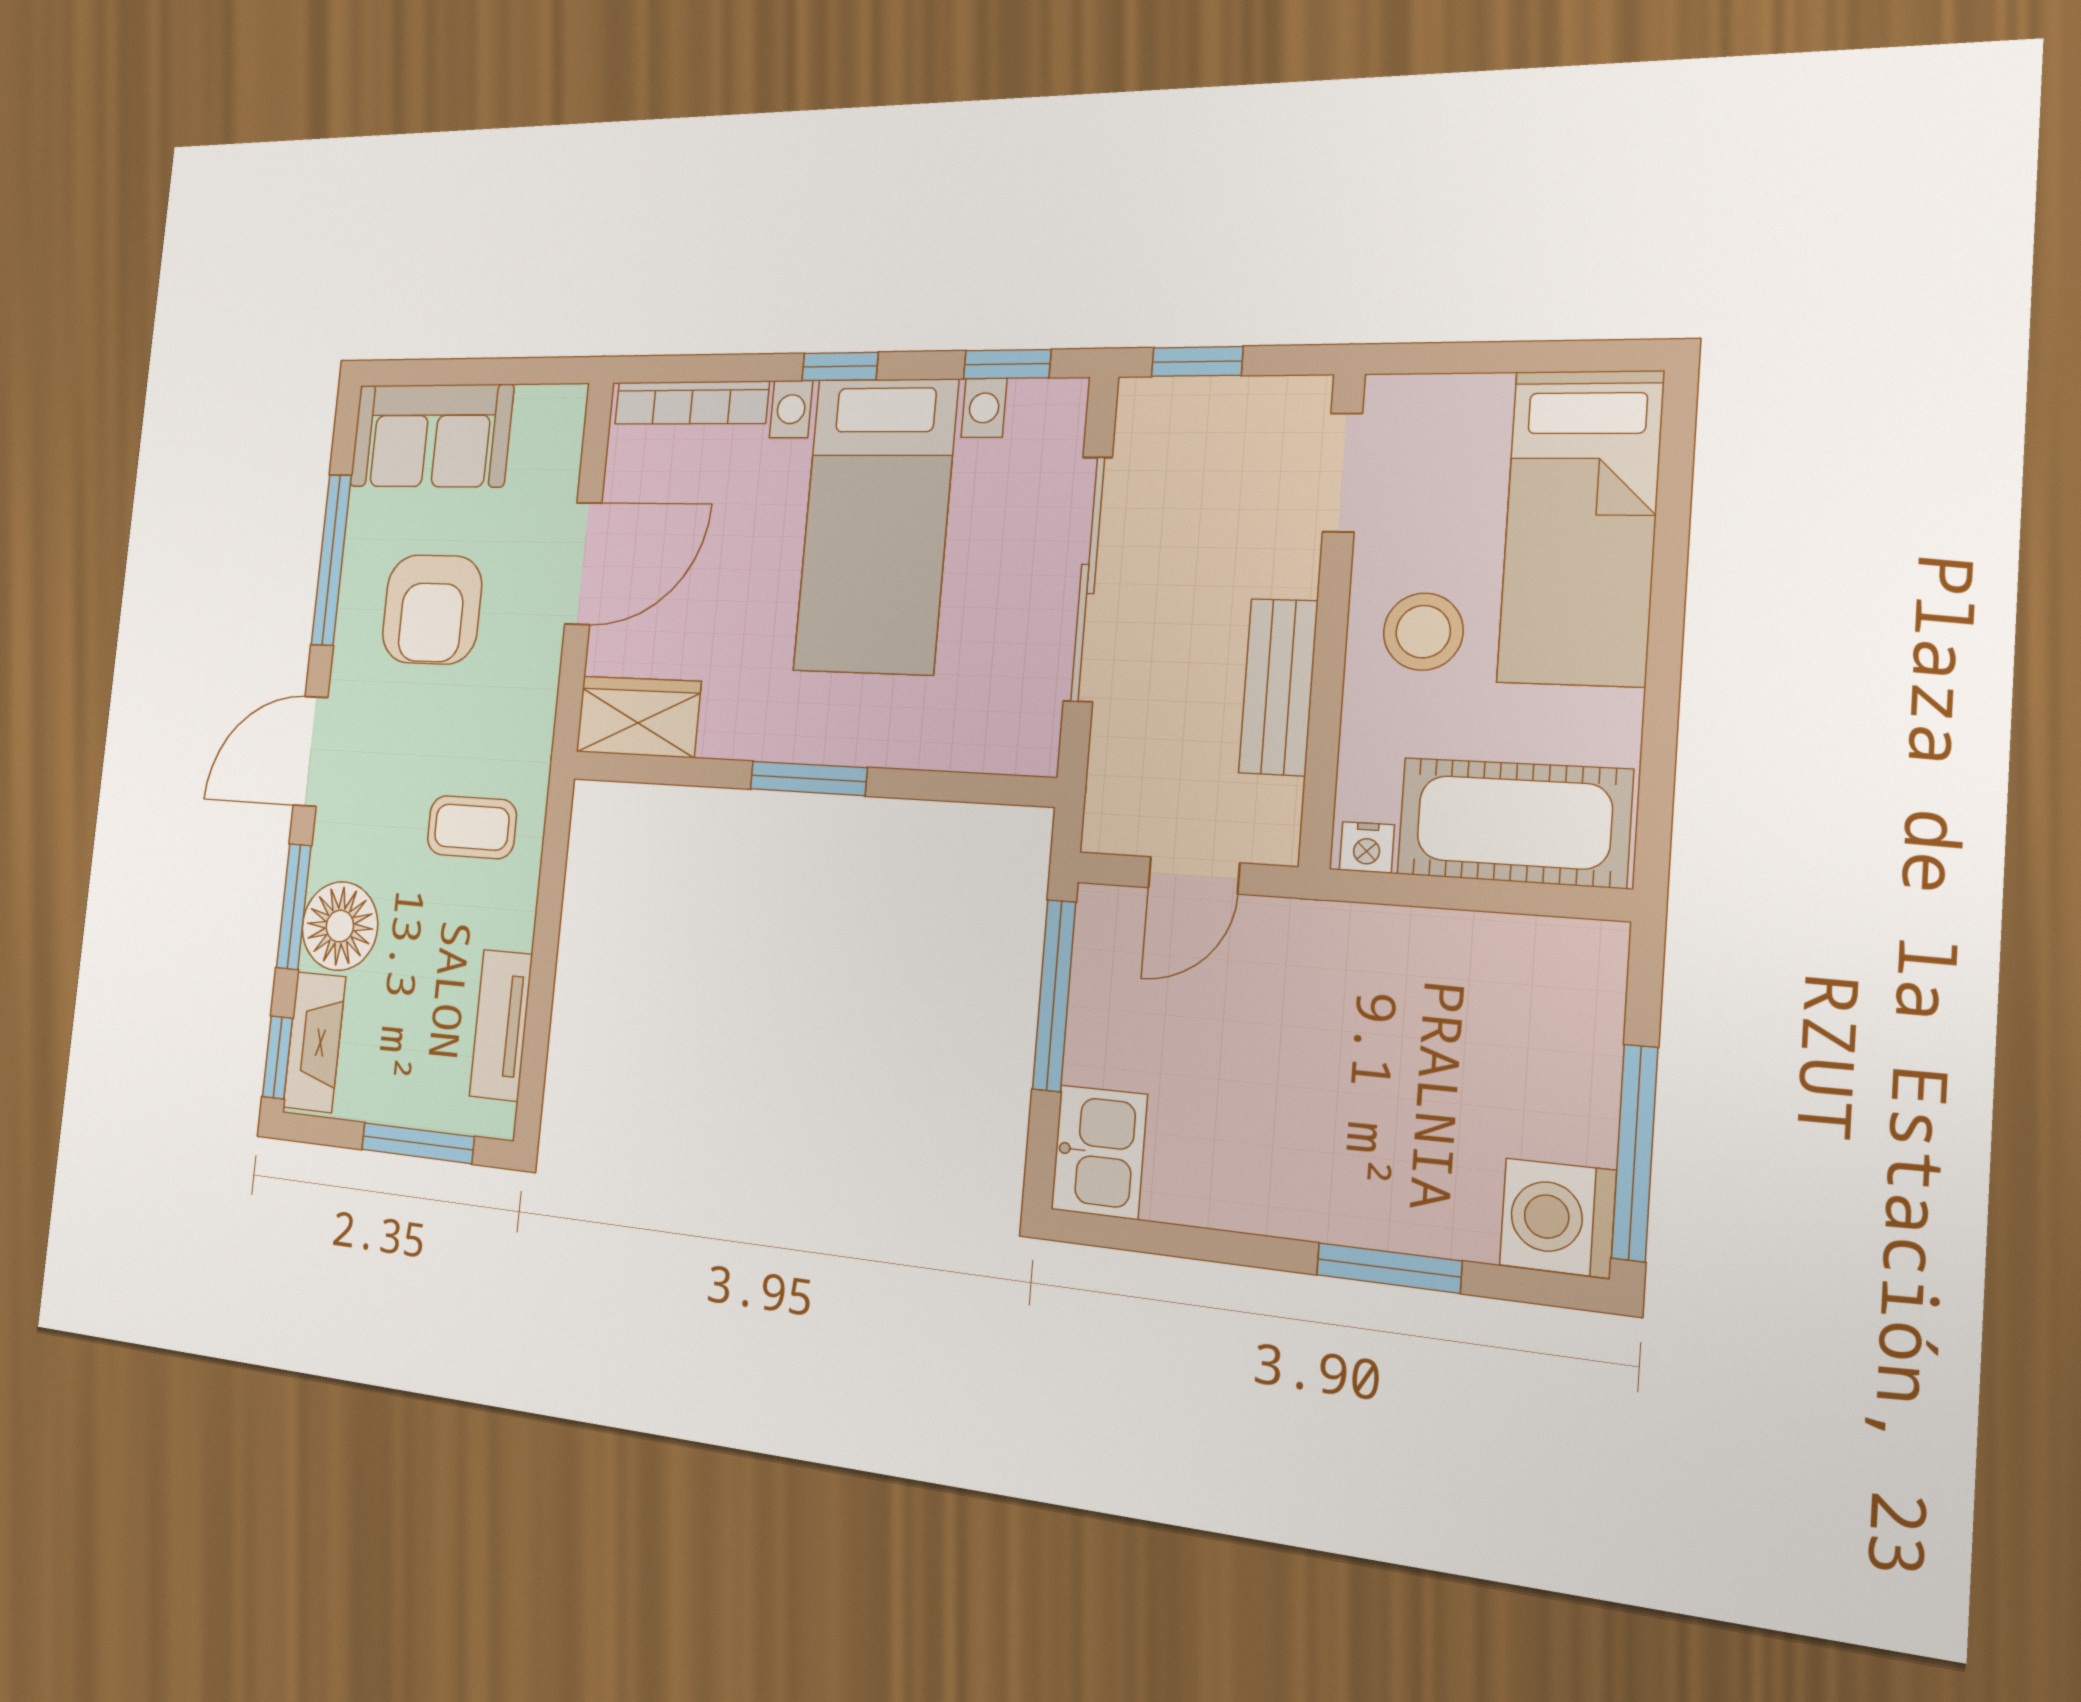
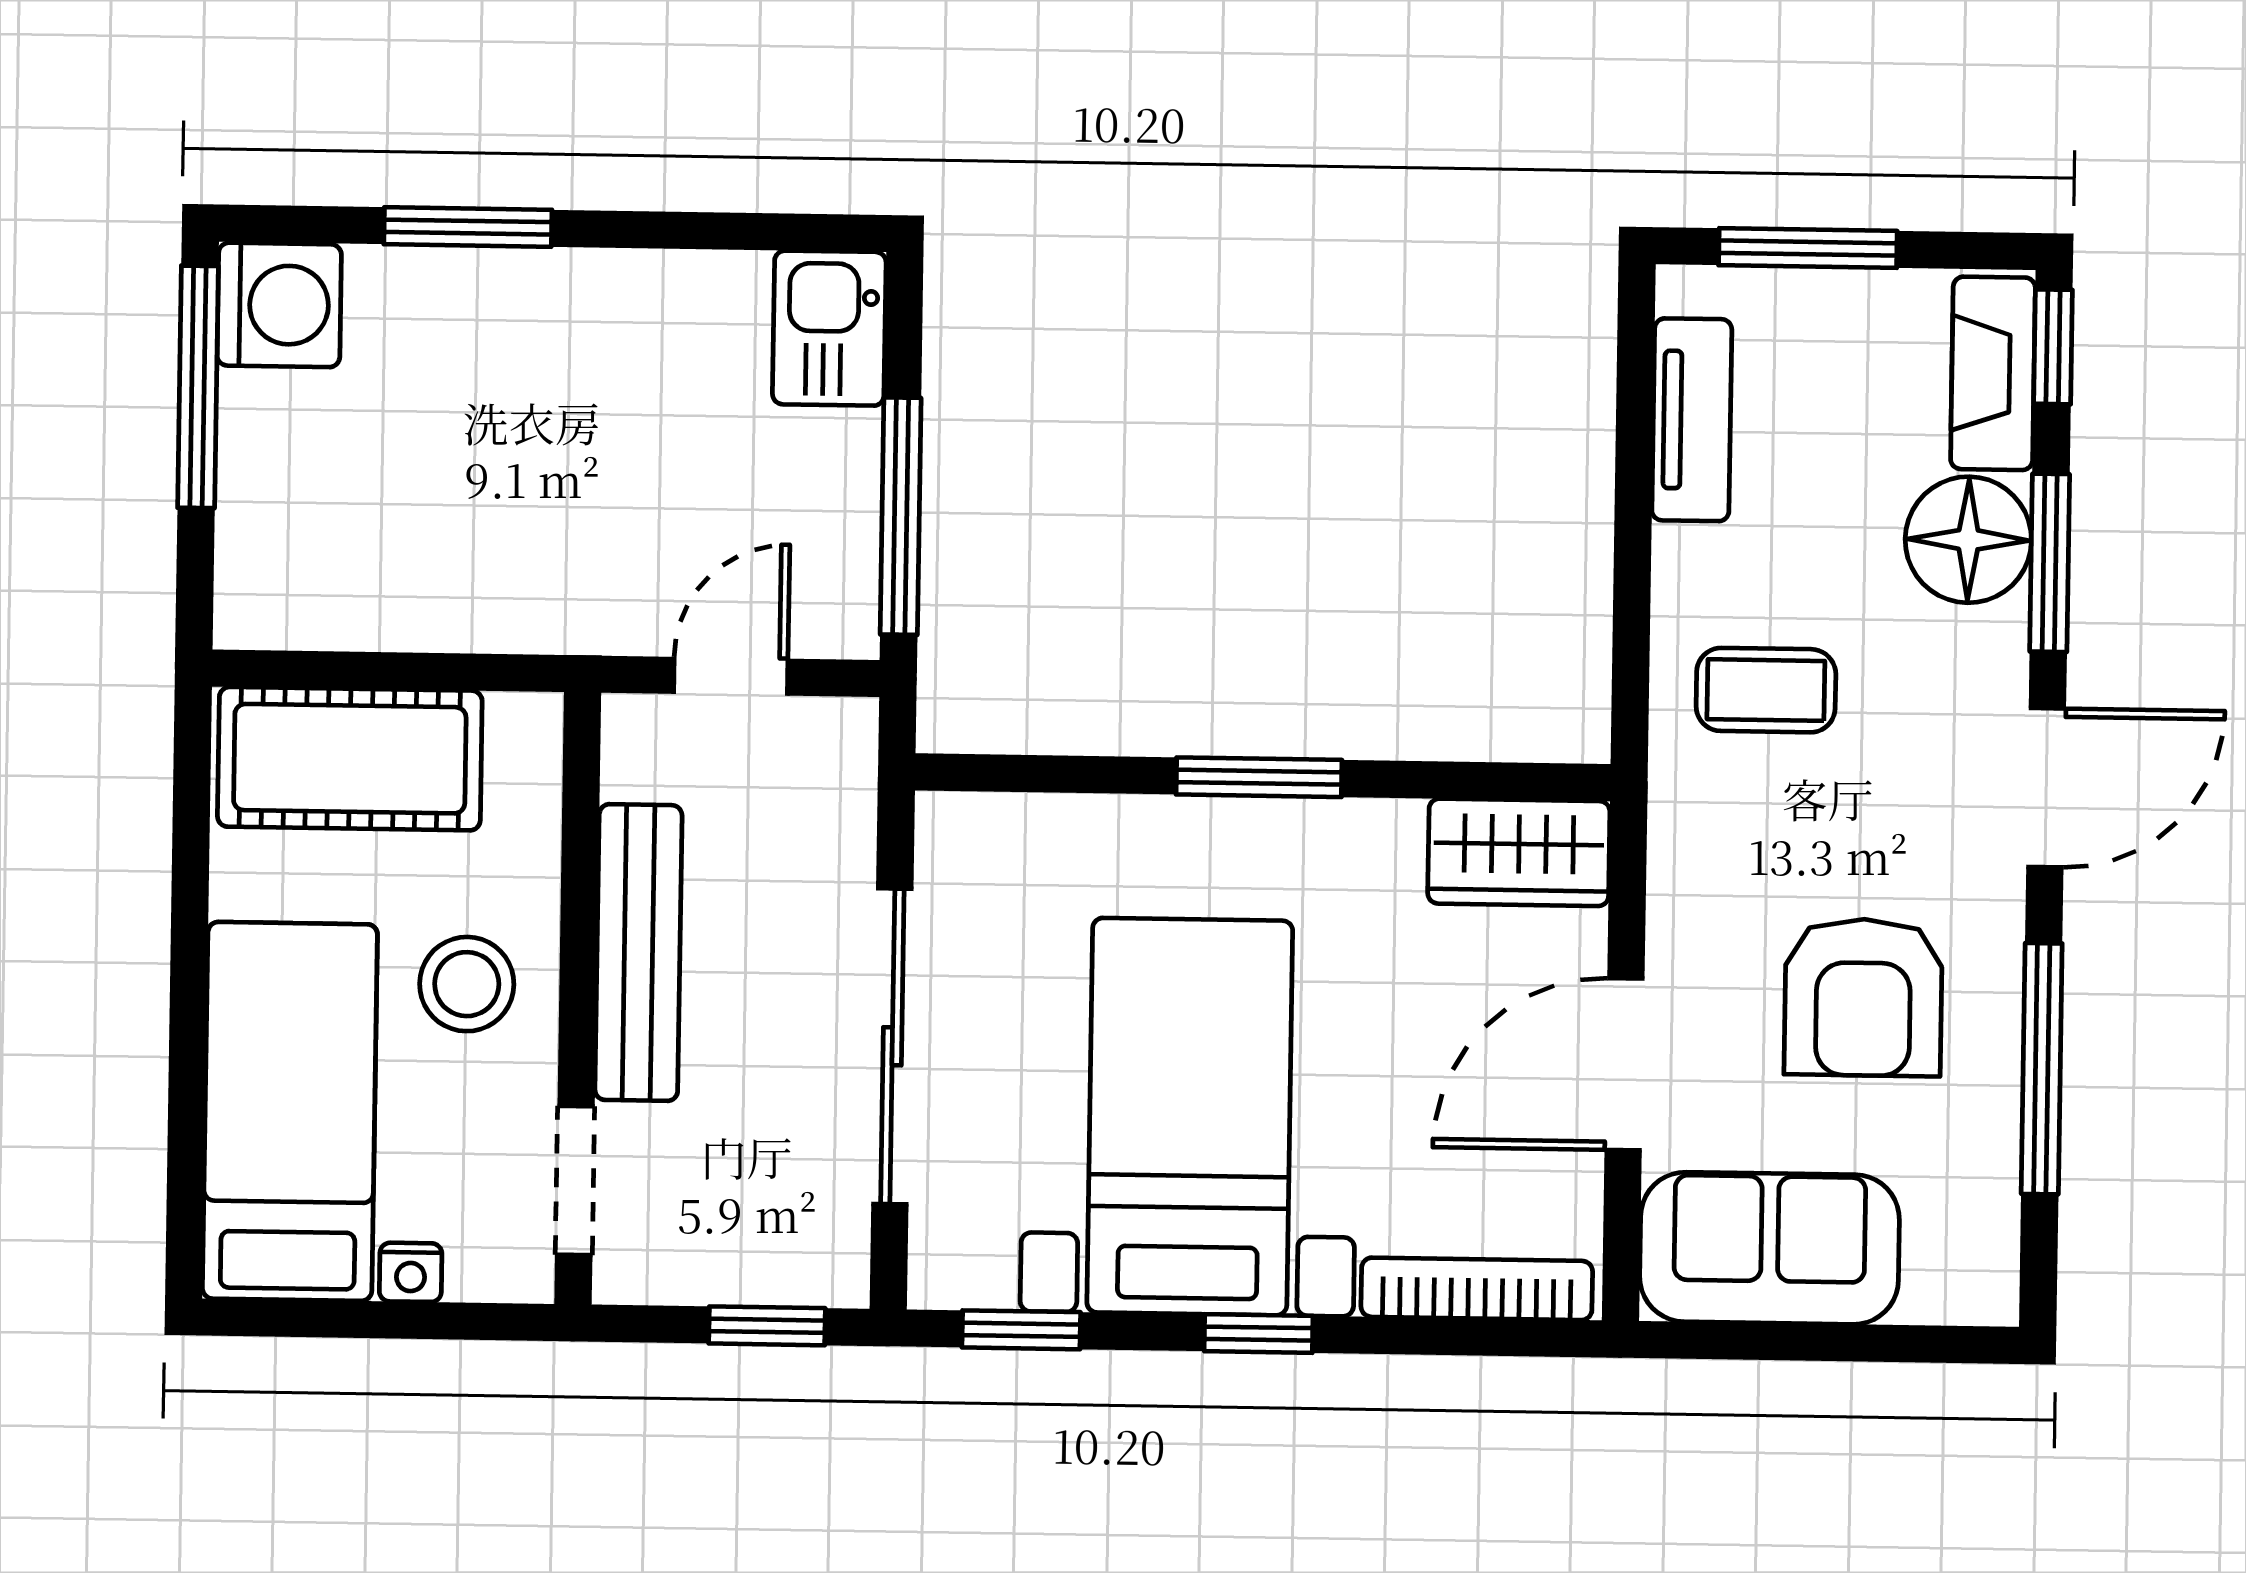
sofa: (431, 436) -> (1770, 1248), moved
armchair: (432, 609) -> (1863, 997), turned 180
bench: (1278, 687) -> (638, 953), width x1.36
nightstand: (1367, 847) -> (411, 1272), moved, turned 180

